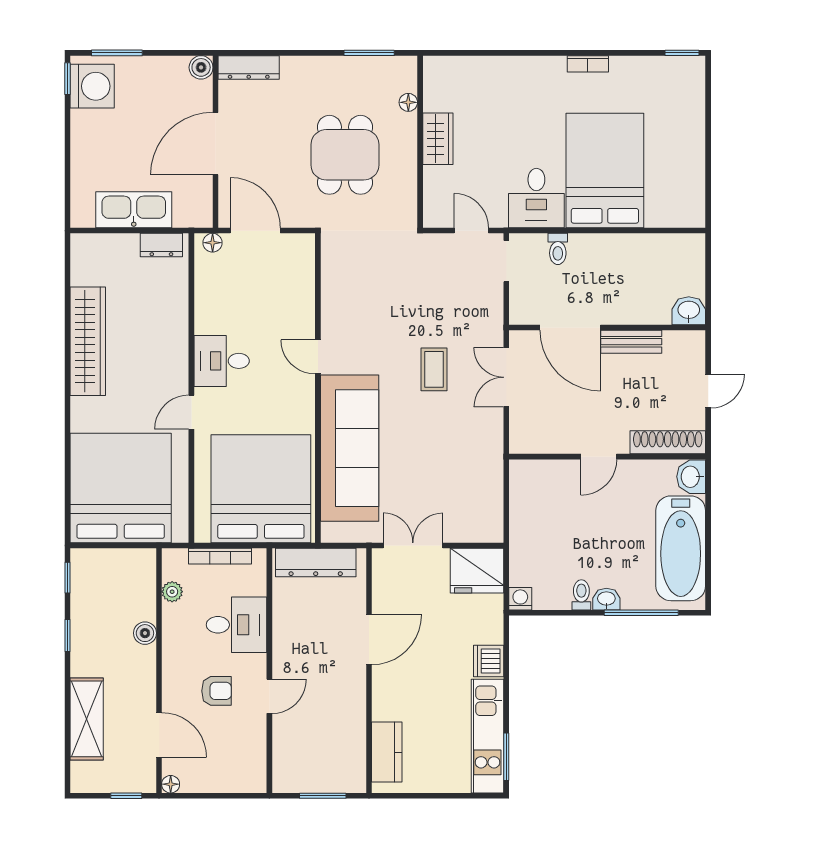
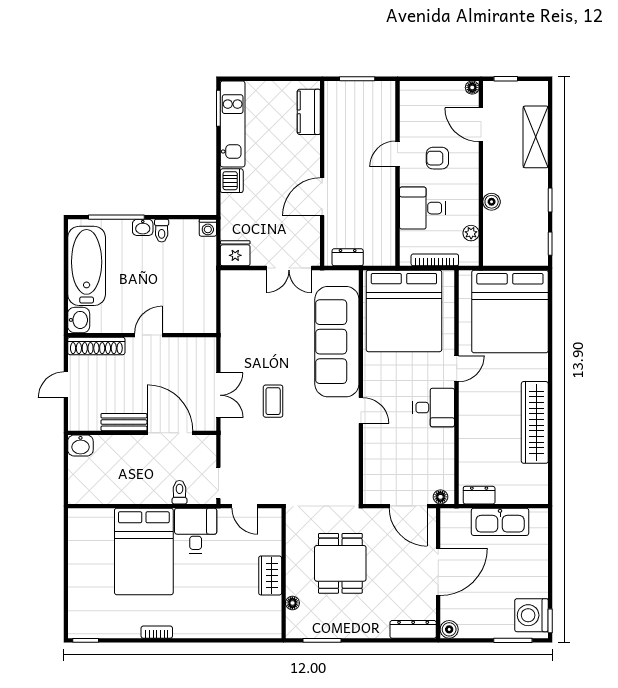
dresser: (316, 562) -> (348, 257), width x0.51, depth x0.80
fridge: (477, 571) -> (235, 253), width x0.73, depth x0.75

